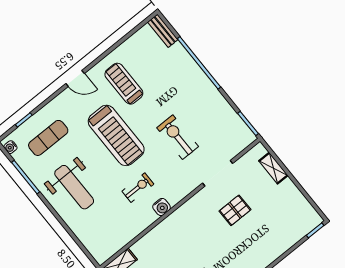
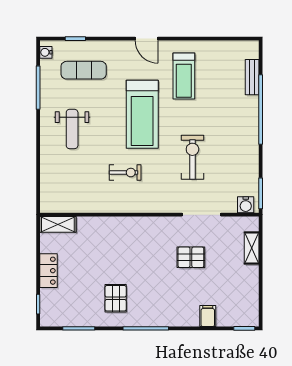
bench: (163, 31) -> (252, 77), moved
treadmill: (124, 84) -> (184, 76), turned 180
weight bench: (74, 187) -> (72, 129), width x0.73, depth x0.75
water cooler: (162, 207) -> (246, 205), moved
filing cabinet: (282, 243) -> (208, 316), added

